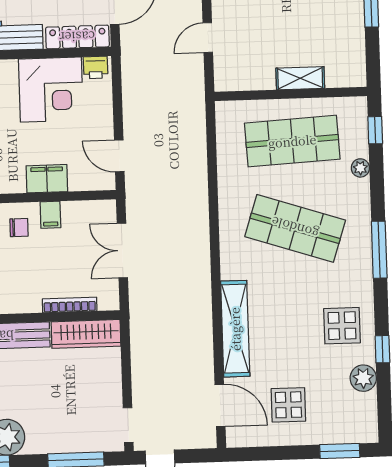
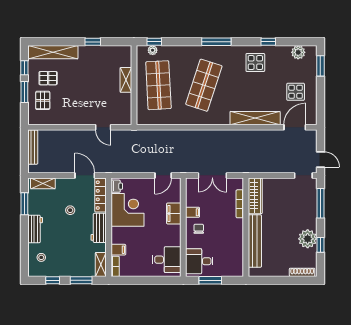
plant: (360, 168) -> (153, 50), moved
plant: (363, 378) -> (298, 52), moved

